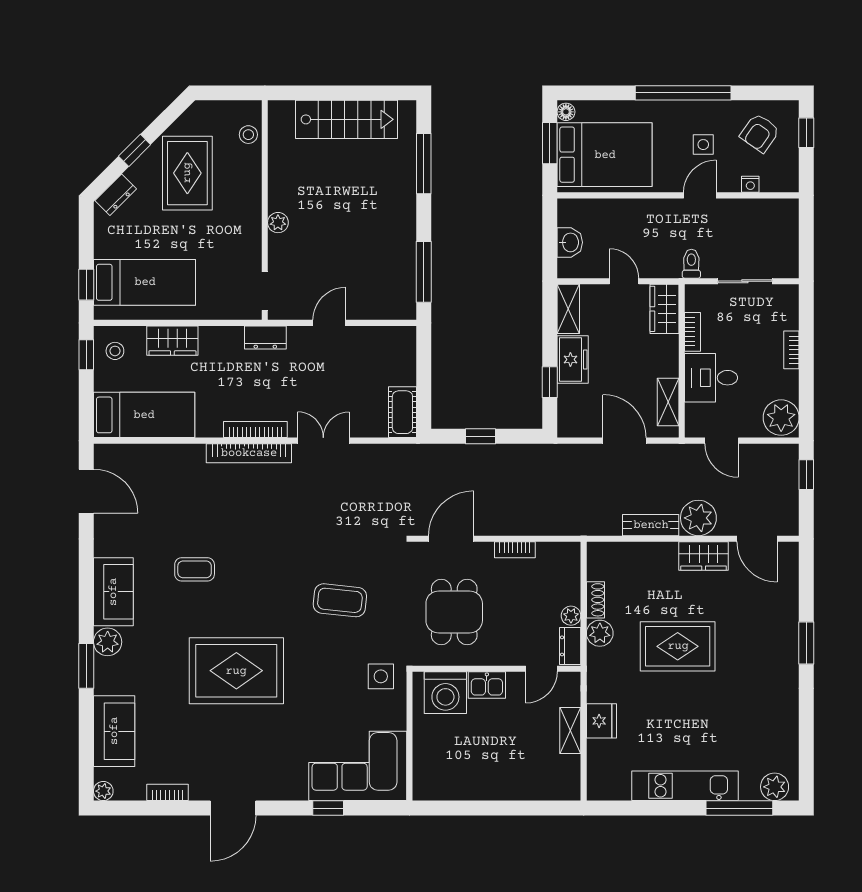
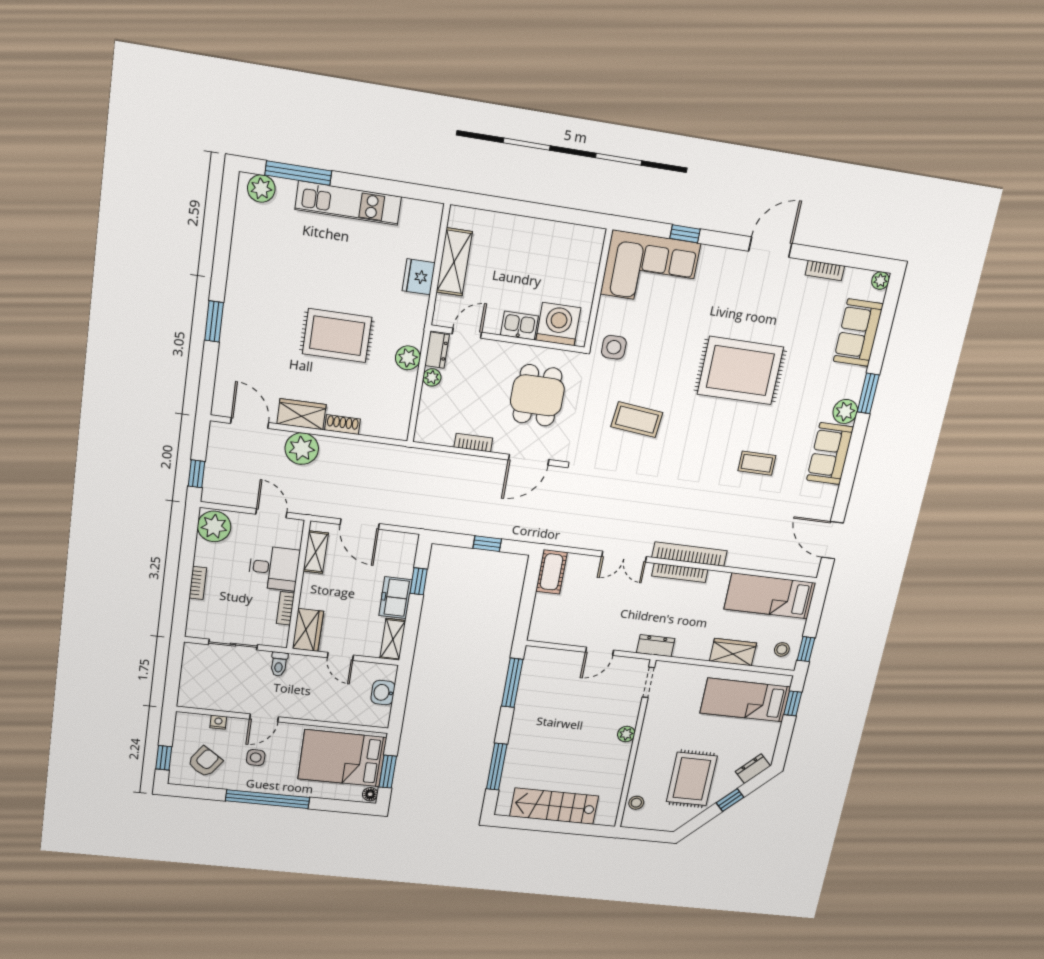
bench: (651, 525) -> (347, 448), removed
shoe rack: (595, 600) -> (342, 425), moved, turned 90
shelving: (570, 730) -> (454, 262), width x1.50, depth x1.33

